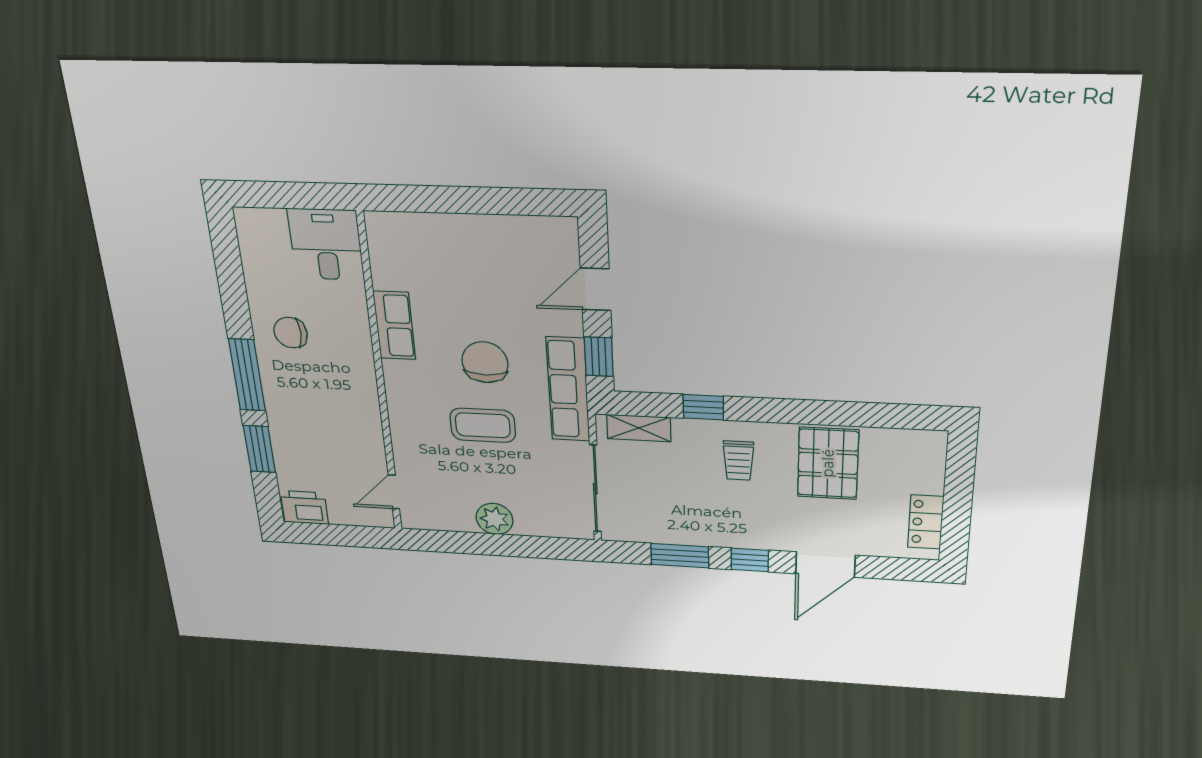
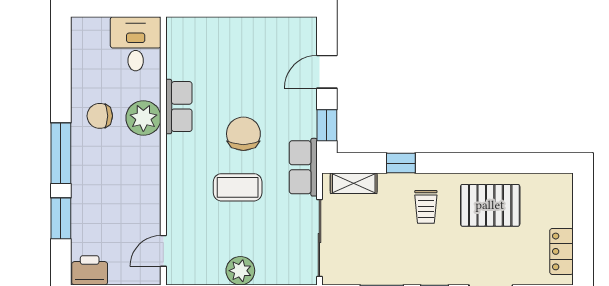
plant: (349, 338) -> (143, 118), added
row of seats: (568, 389) -> (303, 167), width x0.68
pallet: (828, 463) -> (490, 205), turned 90

